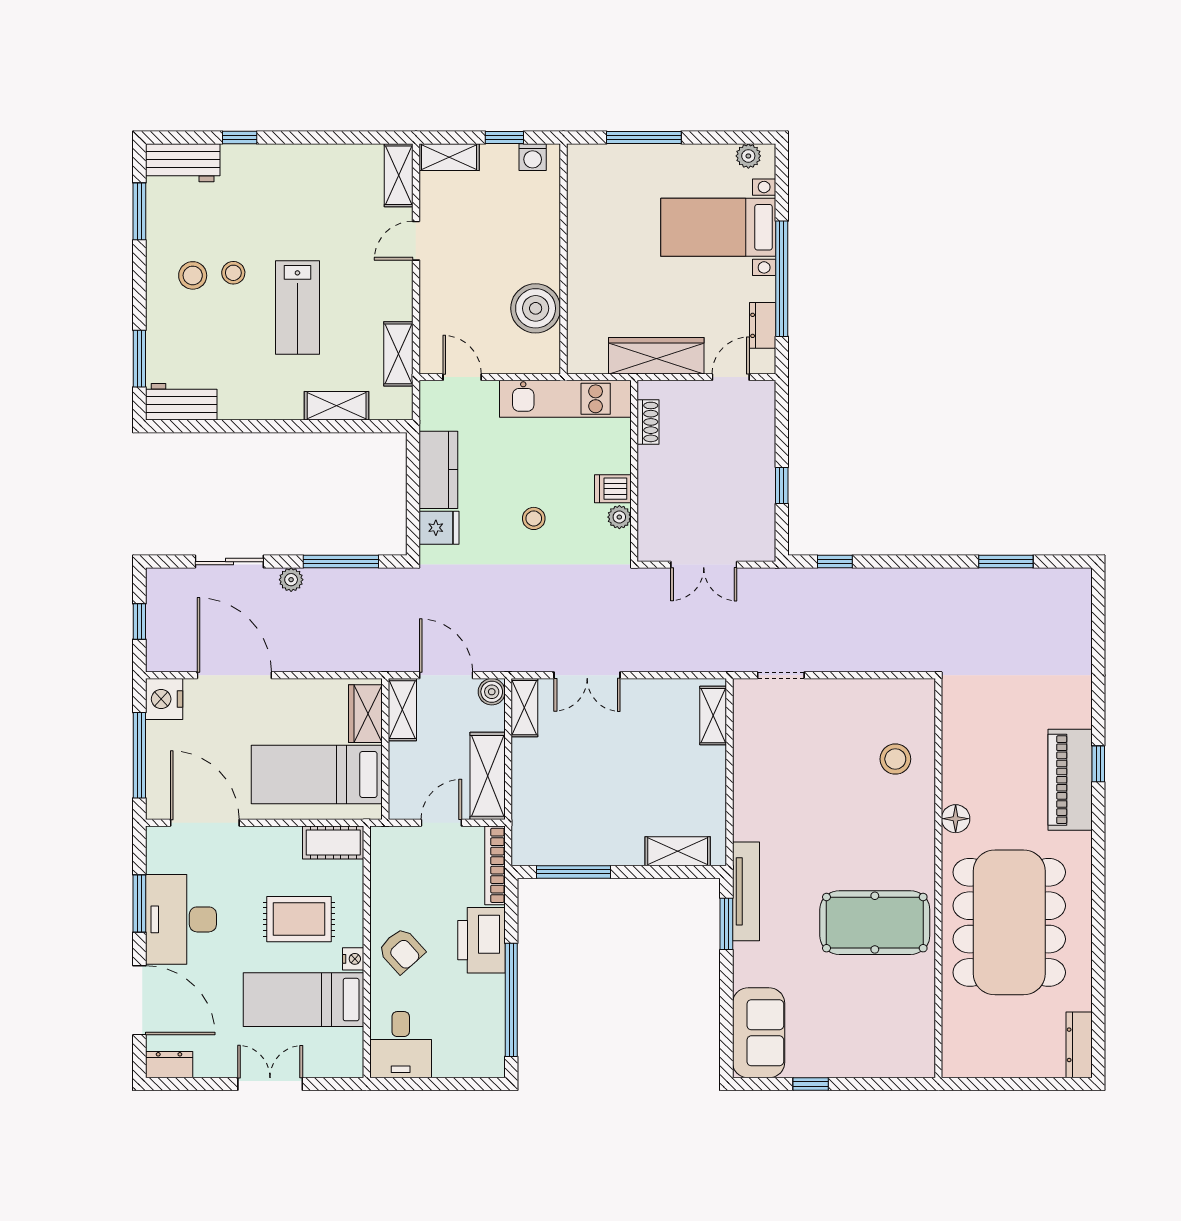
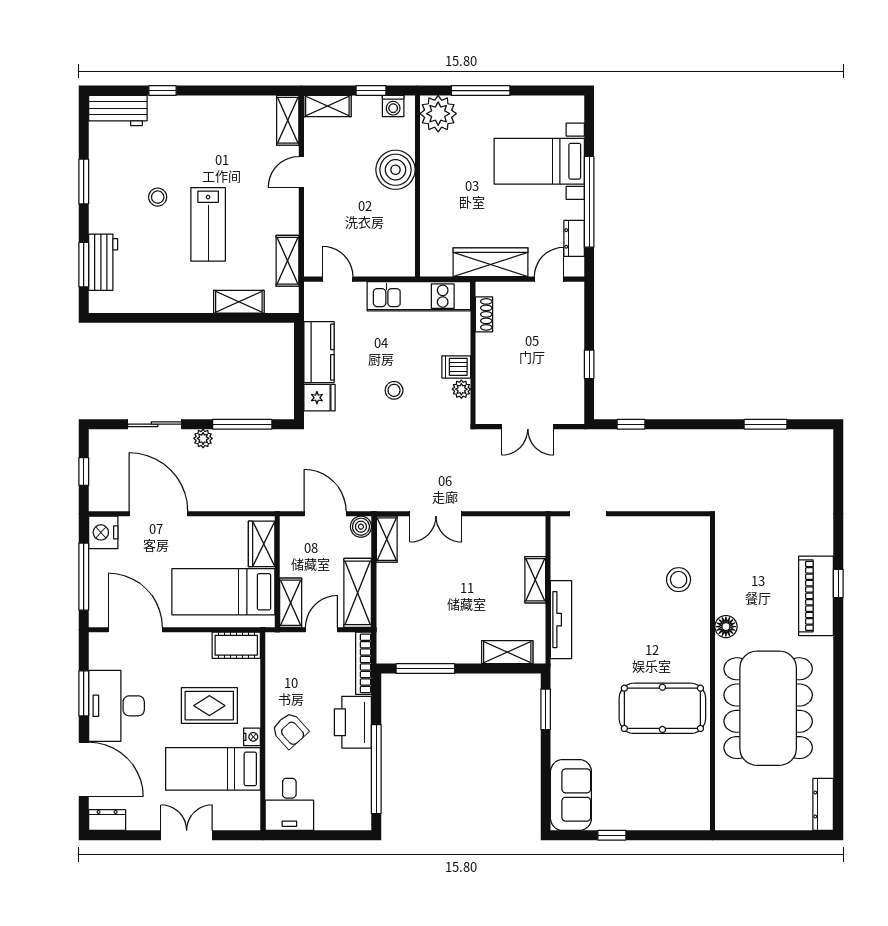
plant: (748, 156) -> (438, 114), moved, width x1.88, depth x1.88
window: (139, 211) -> (84, 182), moved
stool: (193, 275) -> (126, 199), removed
boiler: (536, 308) -> (395, 170), moved
workbench: (181, 402) -> (103, 262), moved, turned 90
shelving: (402, 710) -> (291, 603), moved
shelving: (713, 716) -> (535, 580), moved
tv unit: (746, 891) -> (561, 620), moved

